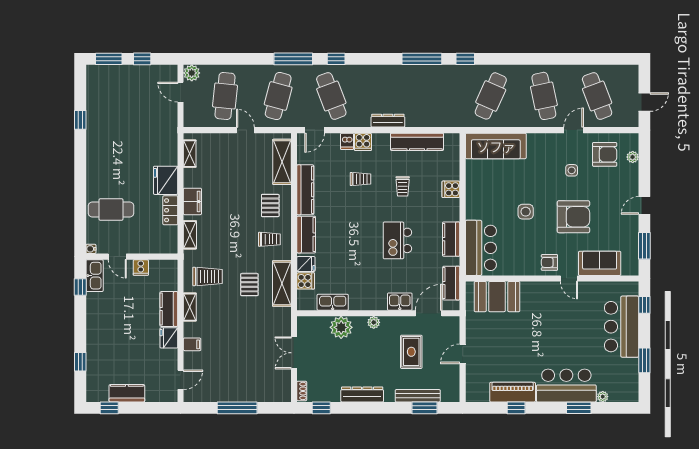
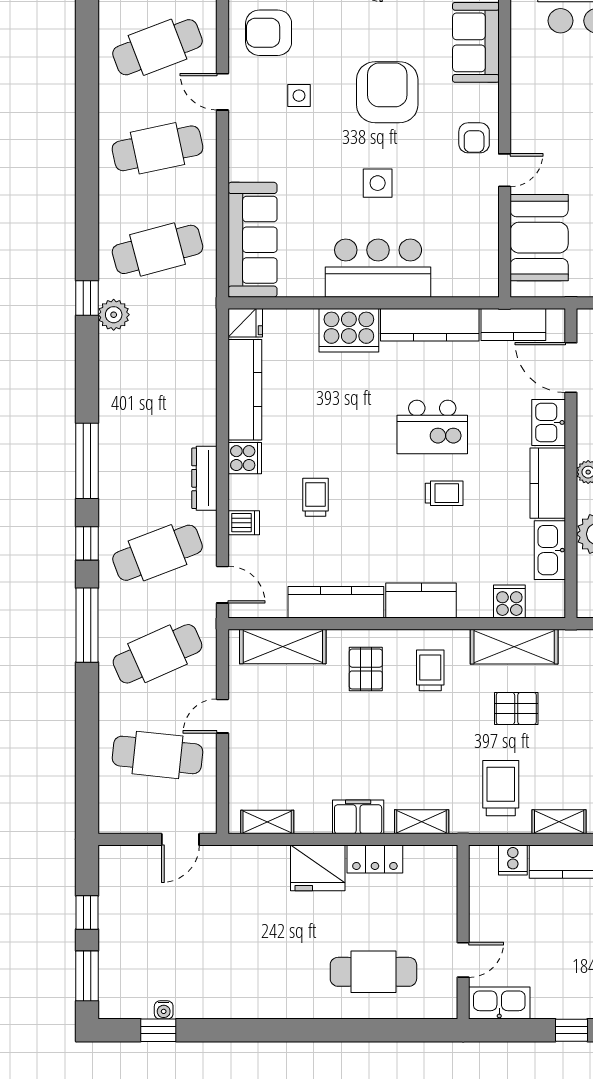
window: (422, 59) -> (87, 461), moved
plant: (192, 73) -> (114, 315), moved
door: (181, 92) -> (180, 839), moved
cafe table: (278, 96) -> (158, 654), turned -39
cafe table: (491, 96) -> (158, 249), turned -39
window: (80, 120) -> (158, 1030), moved
dresser: (388, 121) -> (204, 478), moved
cooker: (363, 142) -> (245, 458), moved
armchair: (605, 154) -> (269, 33), turned -90
trolley: (403, 186) -> (444, 493), moved
cooker: (451, 189) -> (349, 330), width x1.87, depth x1.31
pallet: (270, 205) -> (366, 669), turned 90
cafe table: (111, 210) -> (373, 972), turned 90
kitchen counter: (451, 239) -> (430, 325), width x1.50
bar counter: (481, 248) -> (378, 268), moved
water cooler: (91, 249) -> (164, 1010), moved
fridge: (306, 264) -> (245, 323), moved, turned 90
cooker: (141, 267) -> (513, 860), moved, turned 90
door: (569, 278) -> (505, 170), moved
window: (80, 287) -> (571, 1030), moved
kitchen counter: (368, 301) -> (548, 483), added

